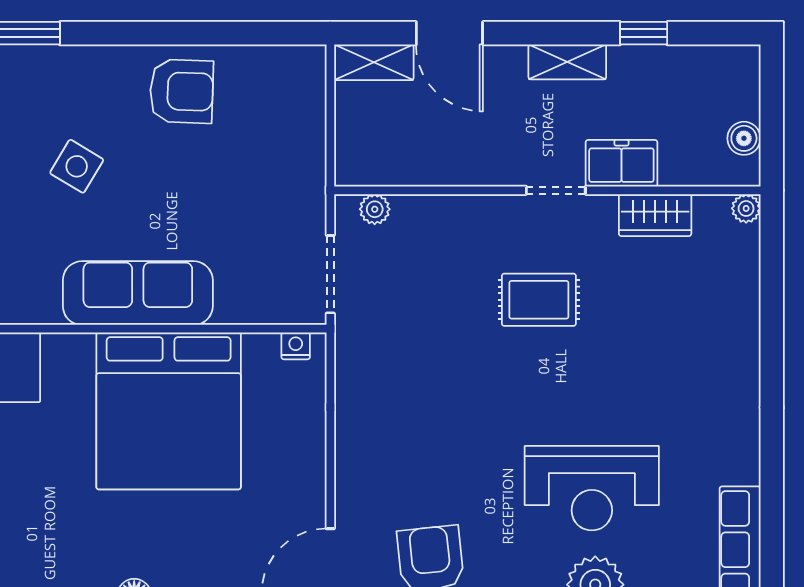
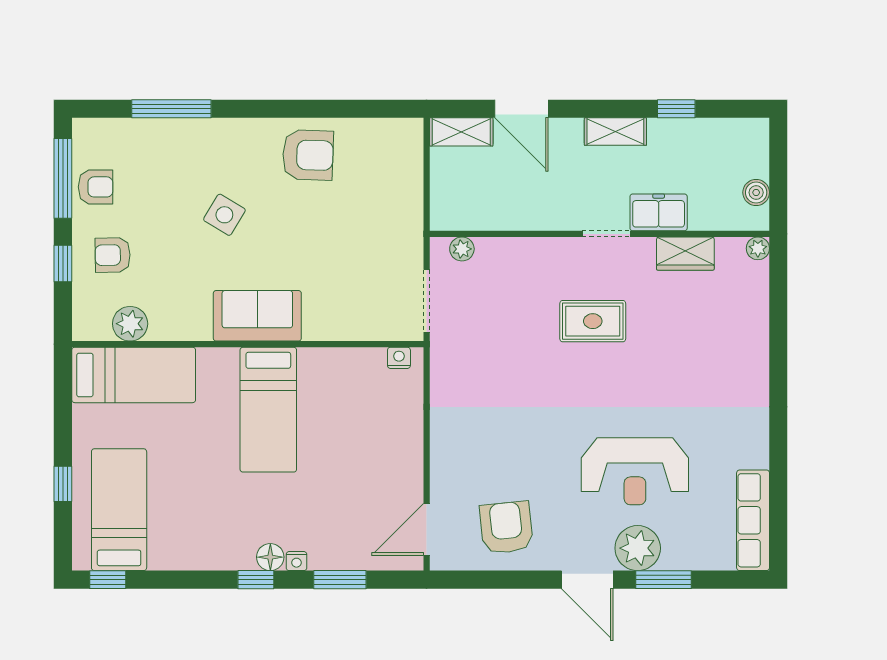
sofa: (138, 293) -> (257, 316), width x0.73
bed: (169, 411) -> (268, 410), width x0.49

